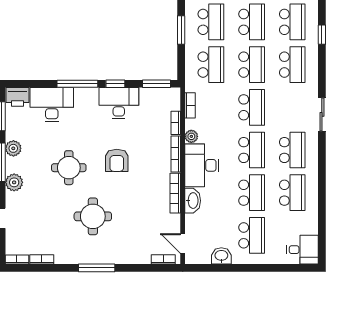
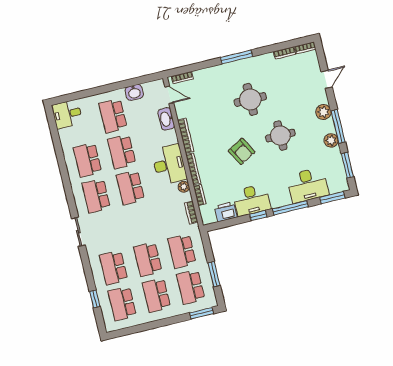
window: (156, 84) -> (332, 198), moved
printer: (17, 97) -> (226, 212), moved
school desk: (252, 107) -> (139, 223), removed
armchair: (117, 160) -> (242, 151), turned 151
washbasin: (193, 201) -> (166, 119), moved

